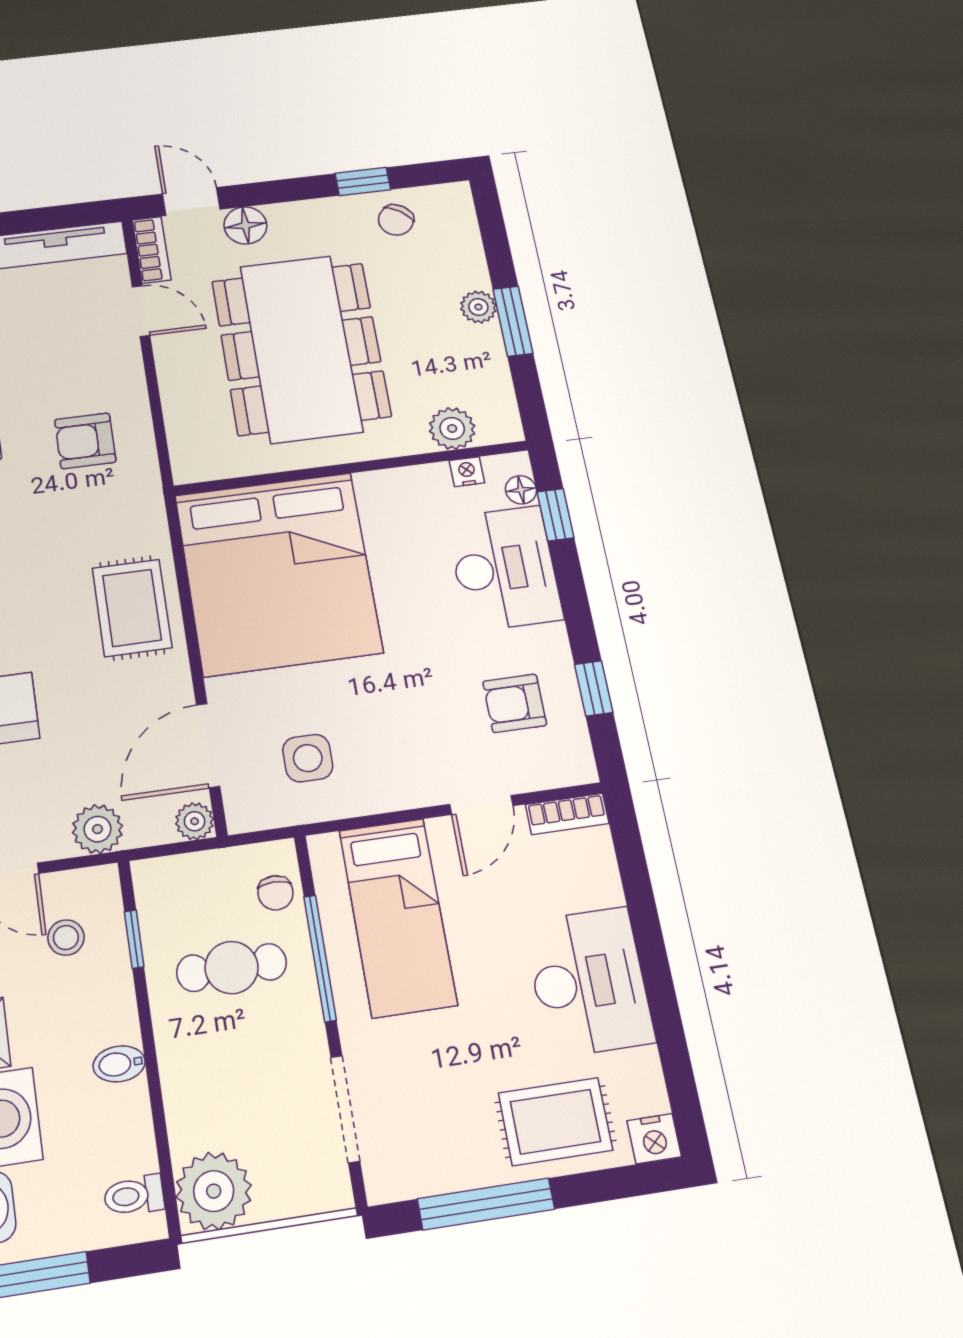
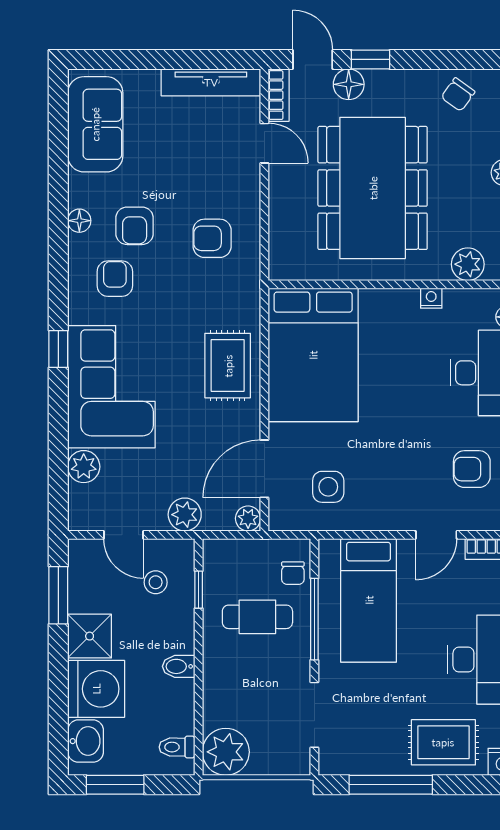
window: (363, 181) -> (370, 59), moved
nightstand: (467, 472) -> (431, 298), moved
bed: (278, 573) -> (313, 355), width x0.73

